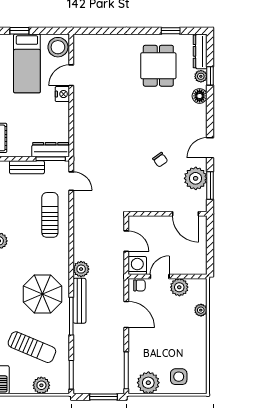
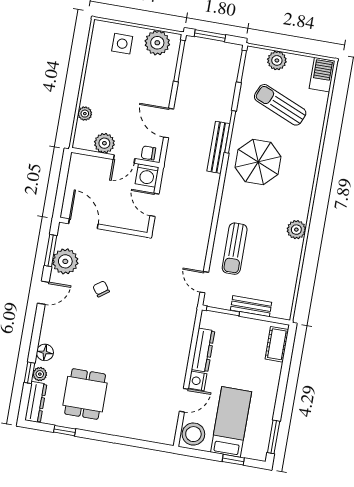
dresser: (51, 150) -> (203, 350), moved, turned -90
plant: (81, 269) -> (210, 182), removed

